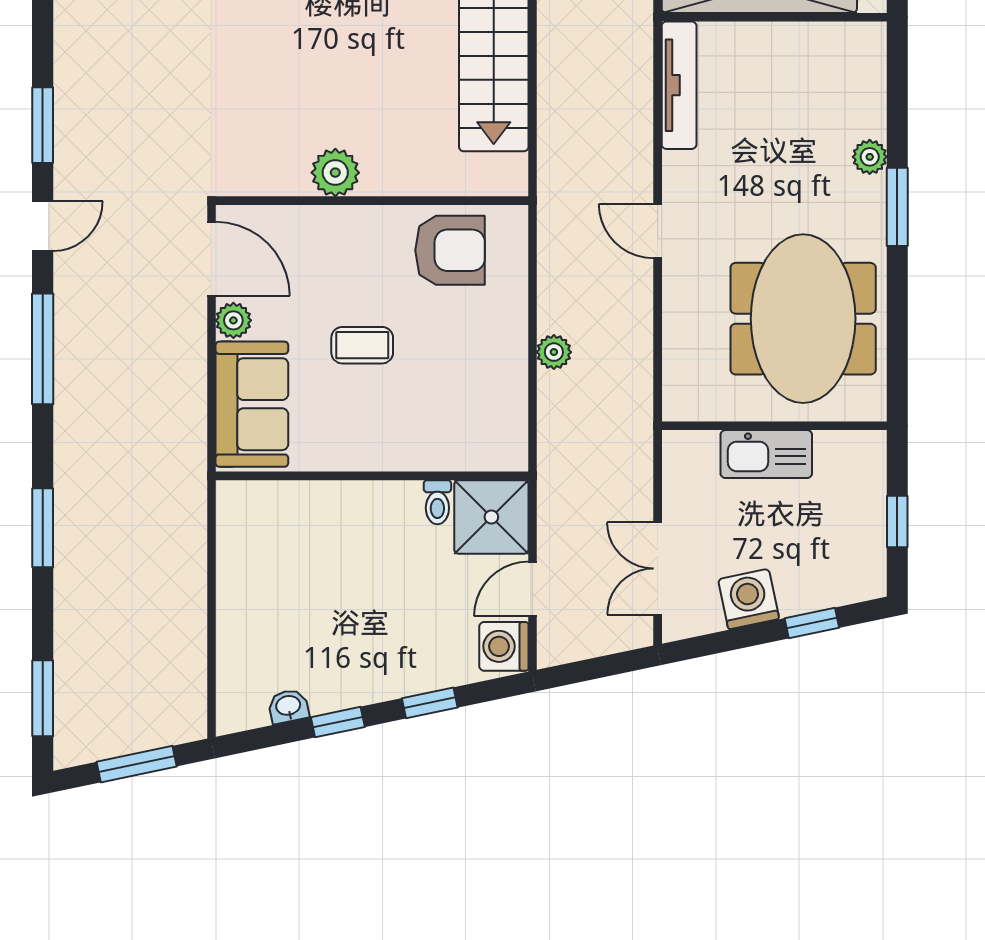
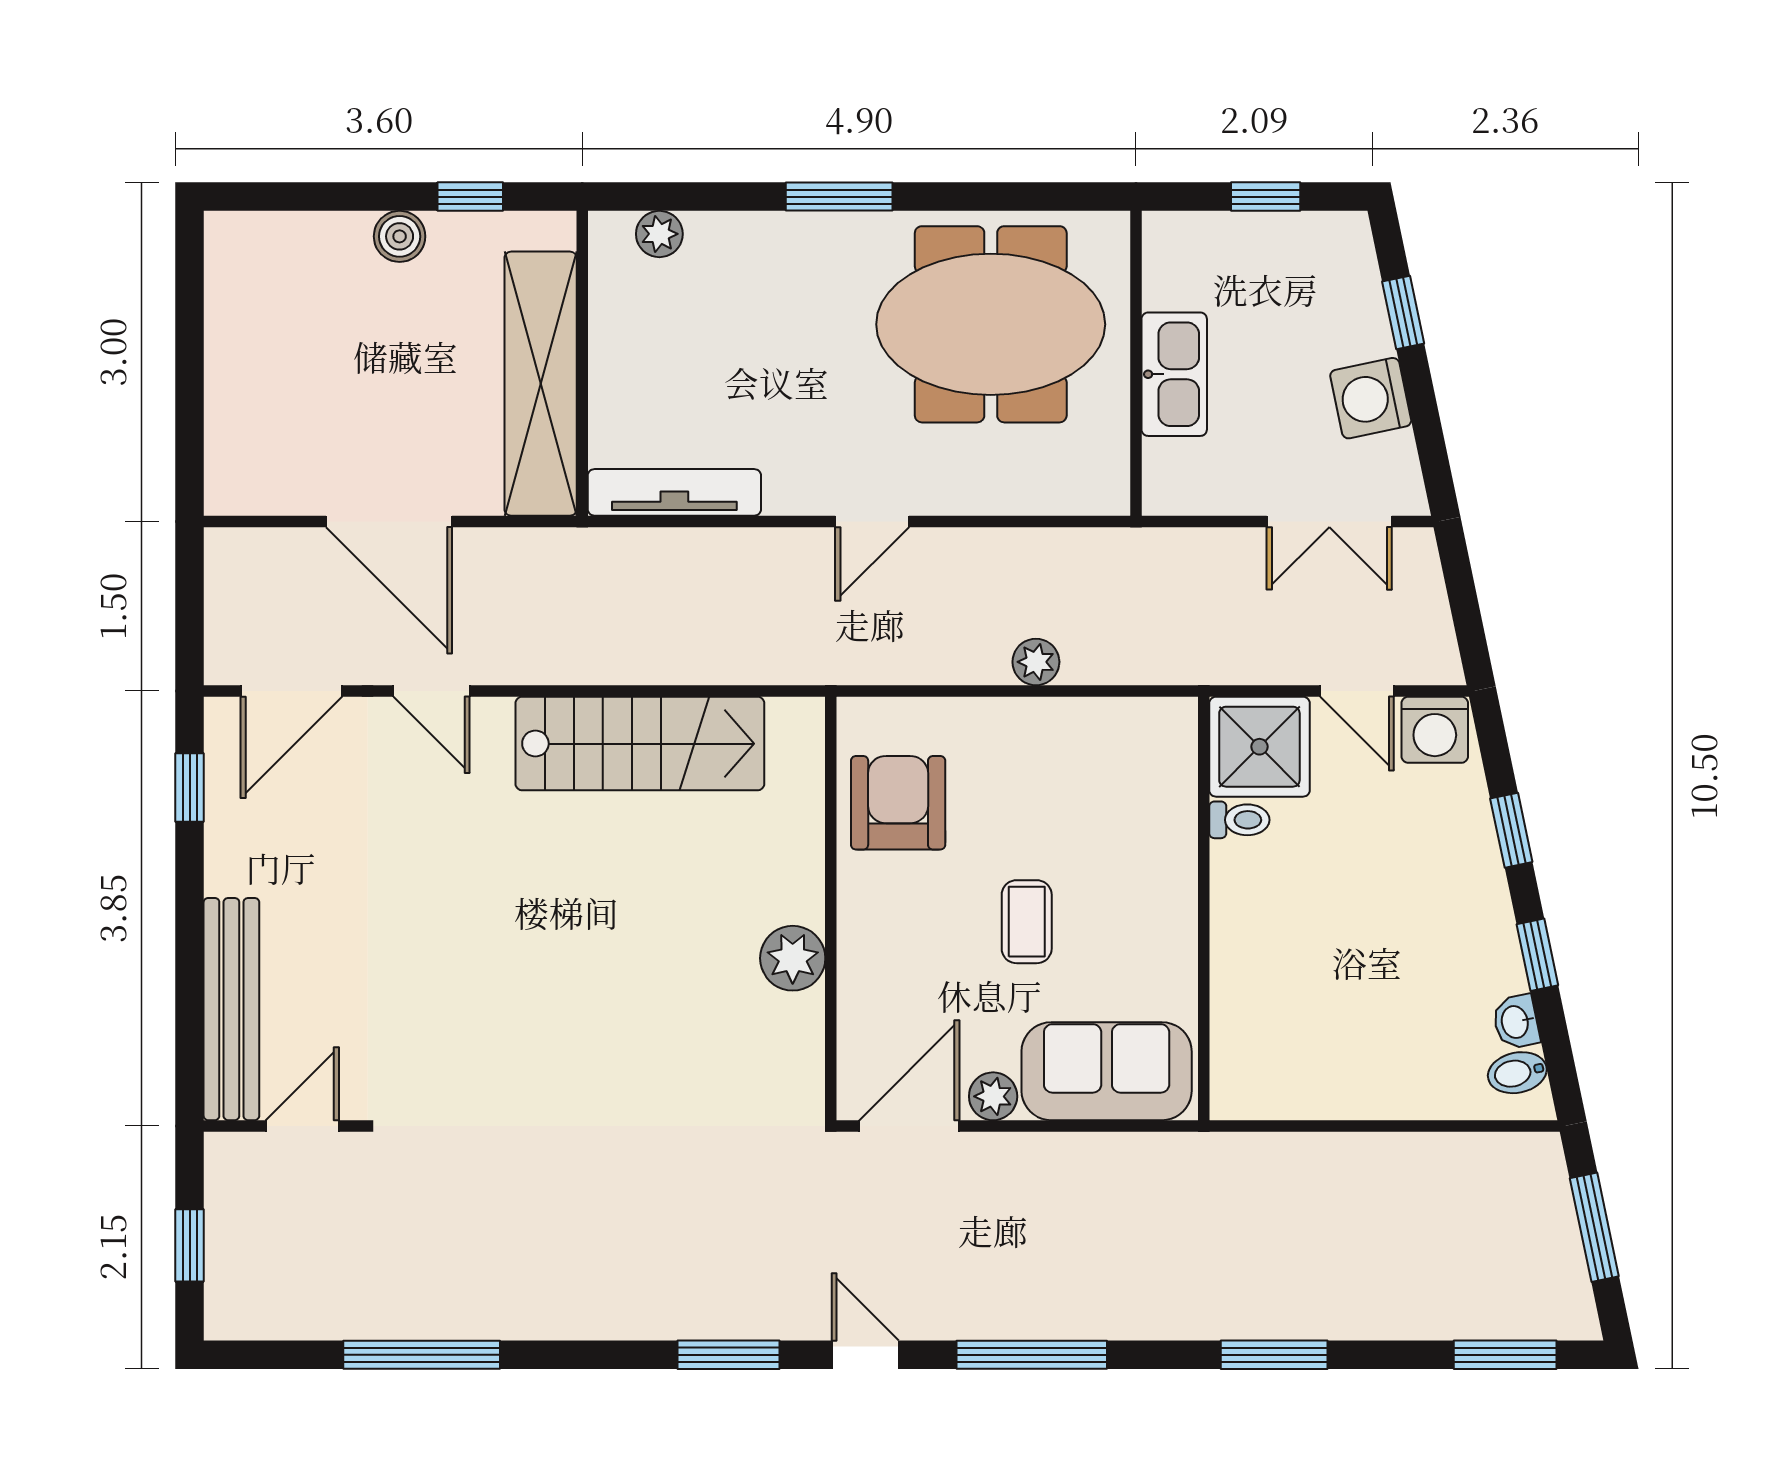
plant: (870, 157) -> (659, 234), moved
bidet: (251, 707) -> (1517, 1073), added

